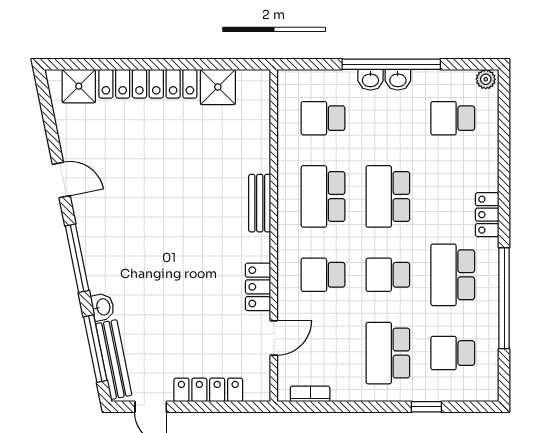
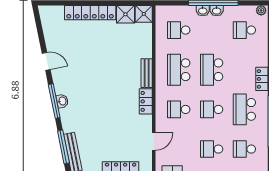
shower: (79, 86) -> (144, 14), moved
locker: (258, 287) -> (146, 101), moved
washbasin: (103, 307) -> (62, 101), moved
school desk: (388, 353) -> (212, 149), width x0.54

